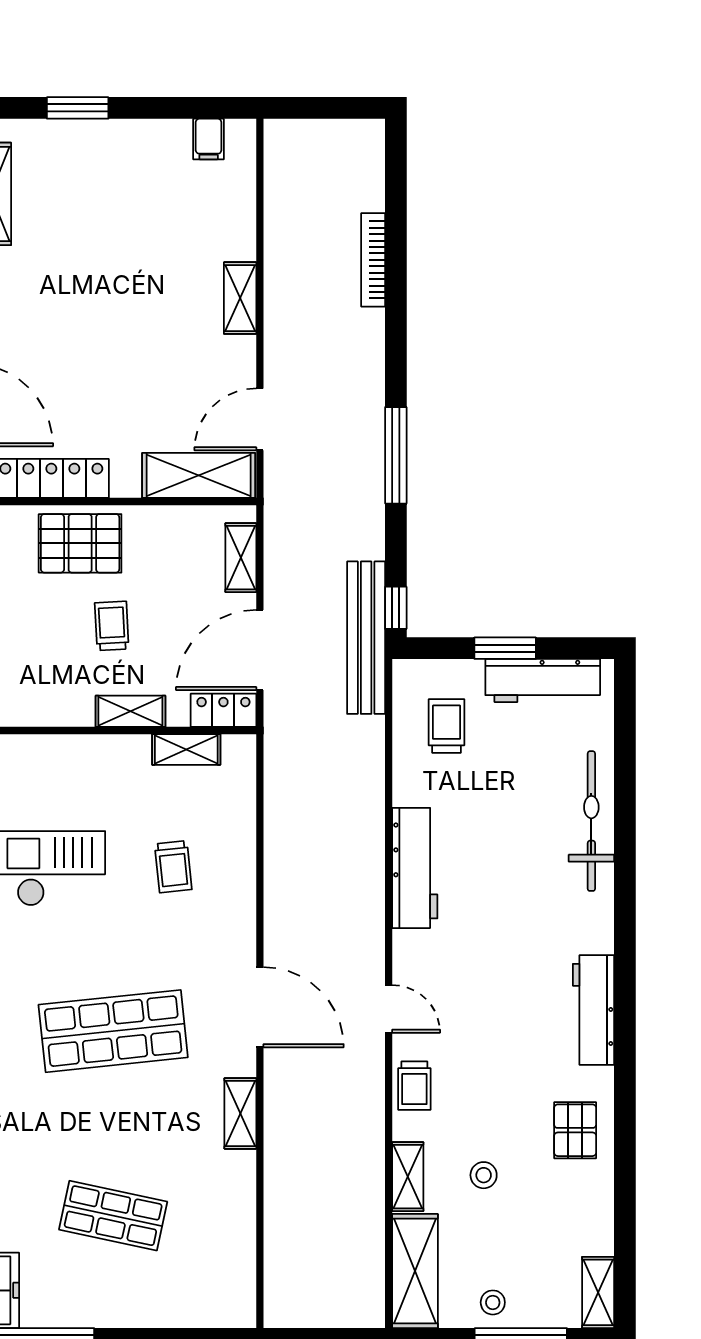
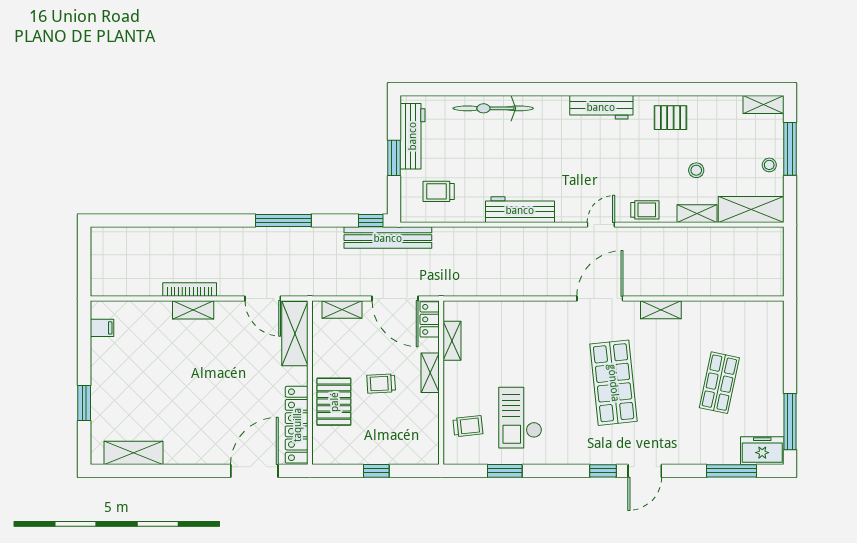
bookcase: (373, 260) -> (190, 290), moved, turned 180
trolley: (173, 867) -> (468, 426), moved

